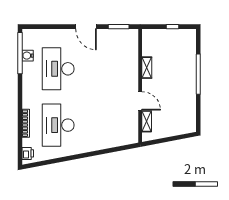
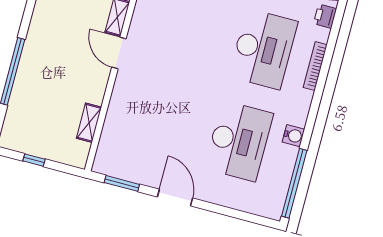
water cooler: (28, 56) -> (293, 136), moved
shelving: (147, 68) -> (89, 123), moved

